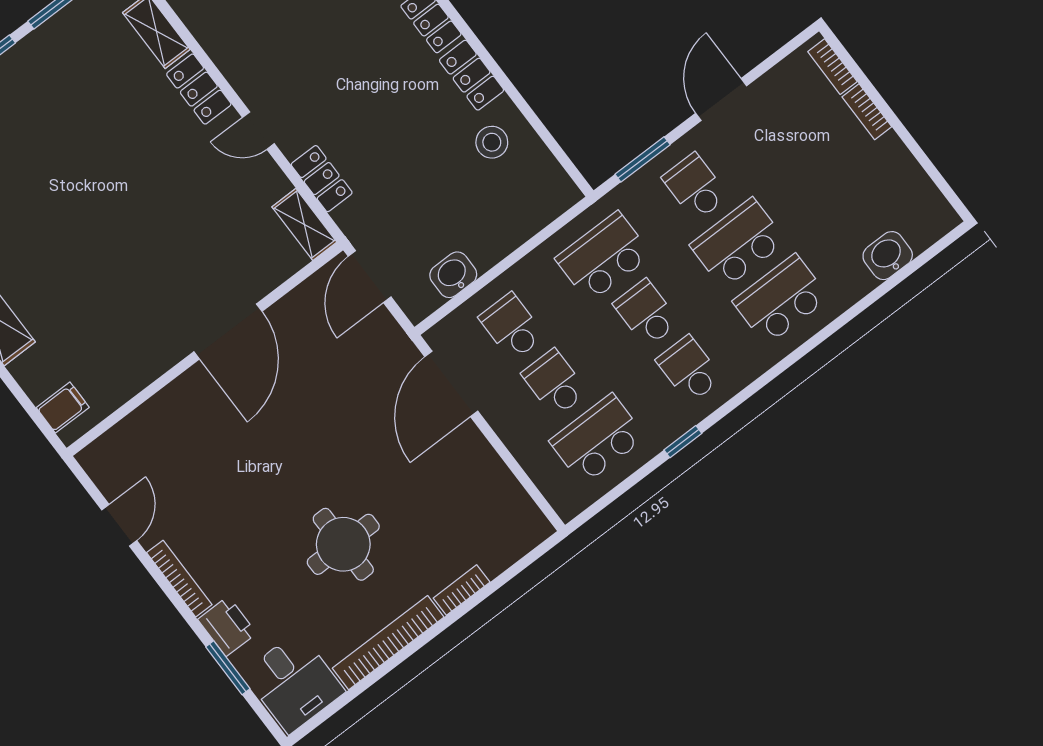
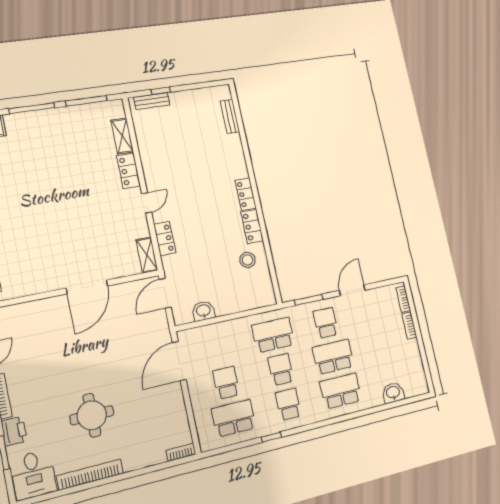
door: (258, 131) -> (147, 203), swing flipped
school desk: (512, 327) -> (219, 347), removed
bookcase: (462, 590) -> (181, 452), moved

